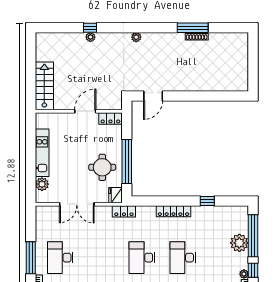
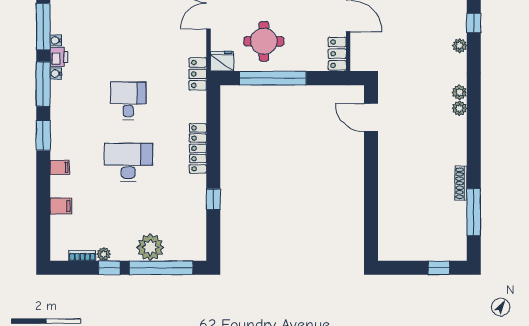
window: (193, 28) -> (474, 212), moved
plant: (90, 37) -> (460, 46), moved
plant: (147, 37) -> (460, 108), added
window: (253, 51) -> (439, 268), added
desk: (142, 258) -> (128, 101), width x0.73

